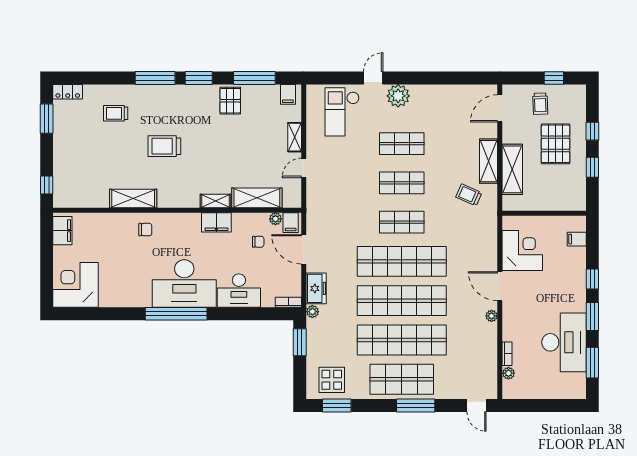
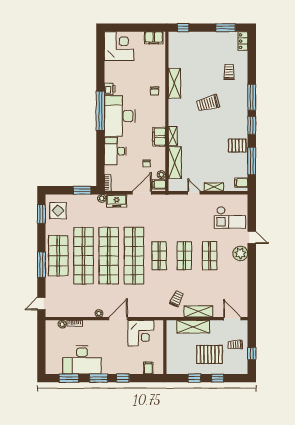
checkout: (342, 112) -> (230, 217), turned 180
trolley: (164, 146) -> (208, 103), turned -105
printer: (142, 299) -> (110, 89), added

